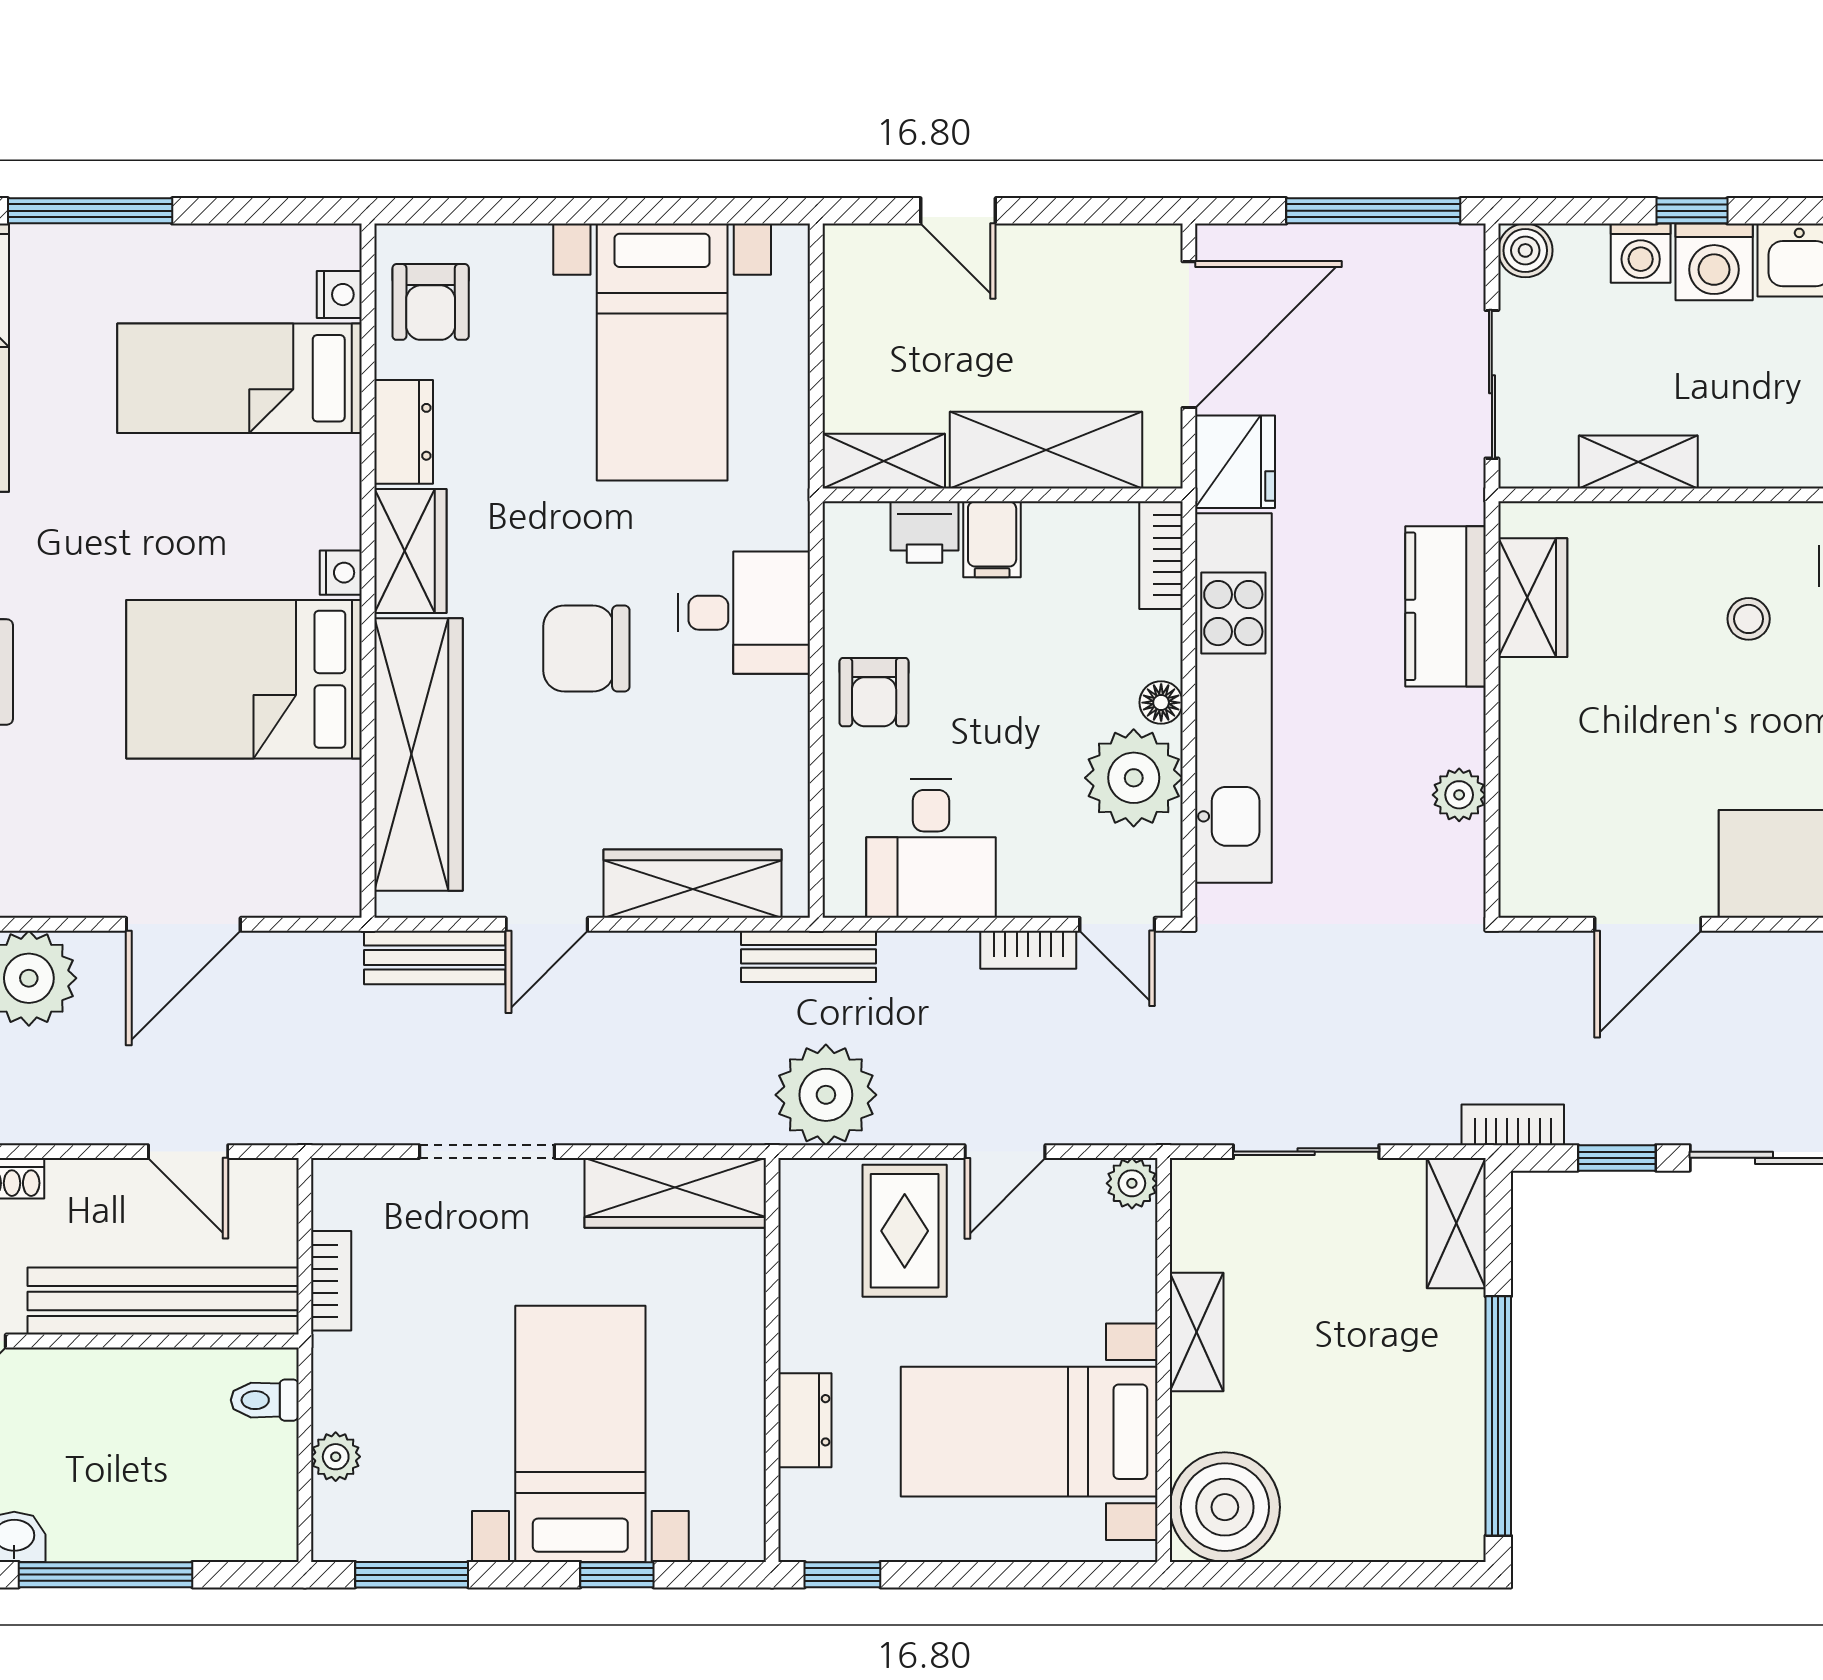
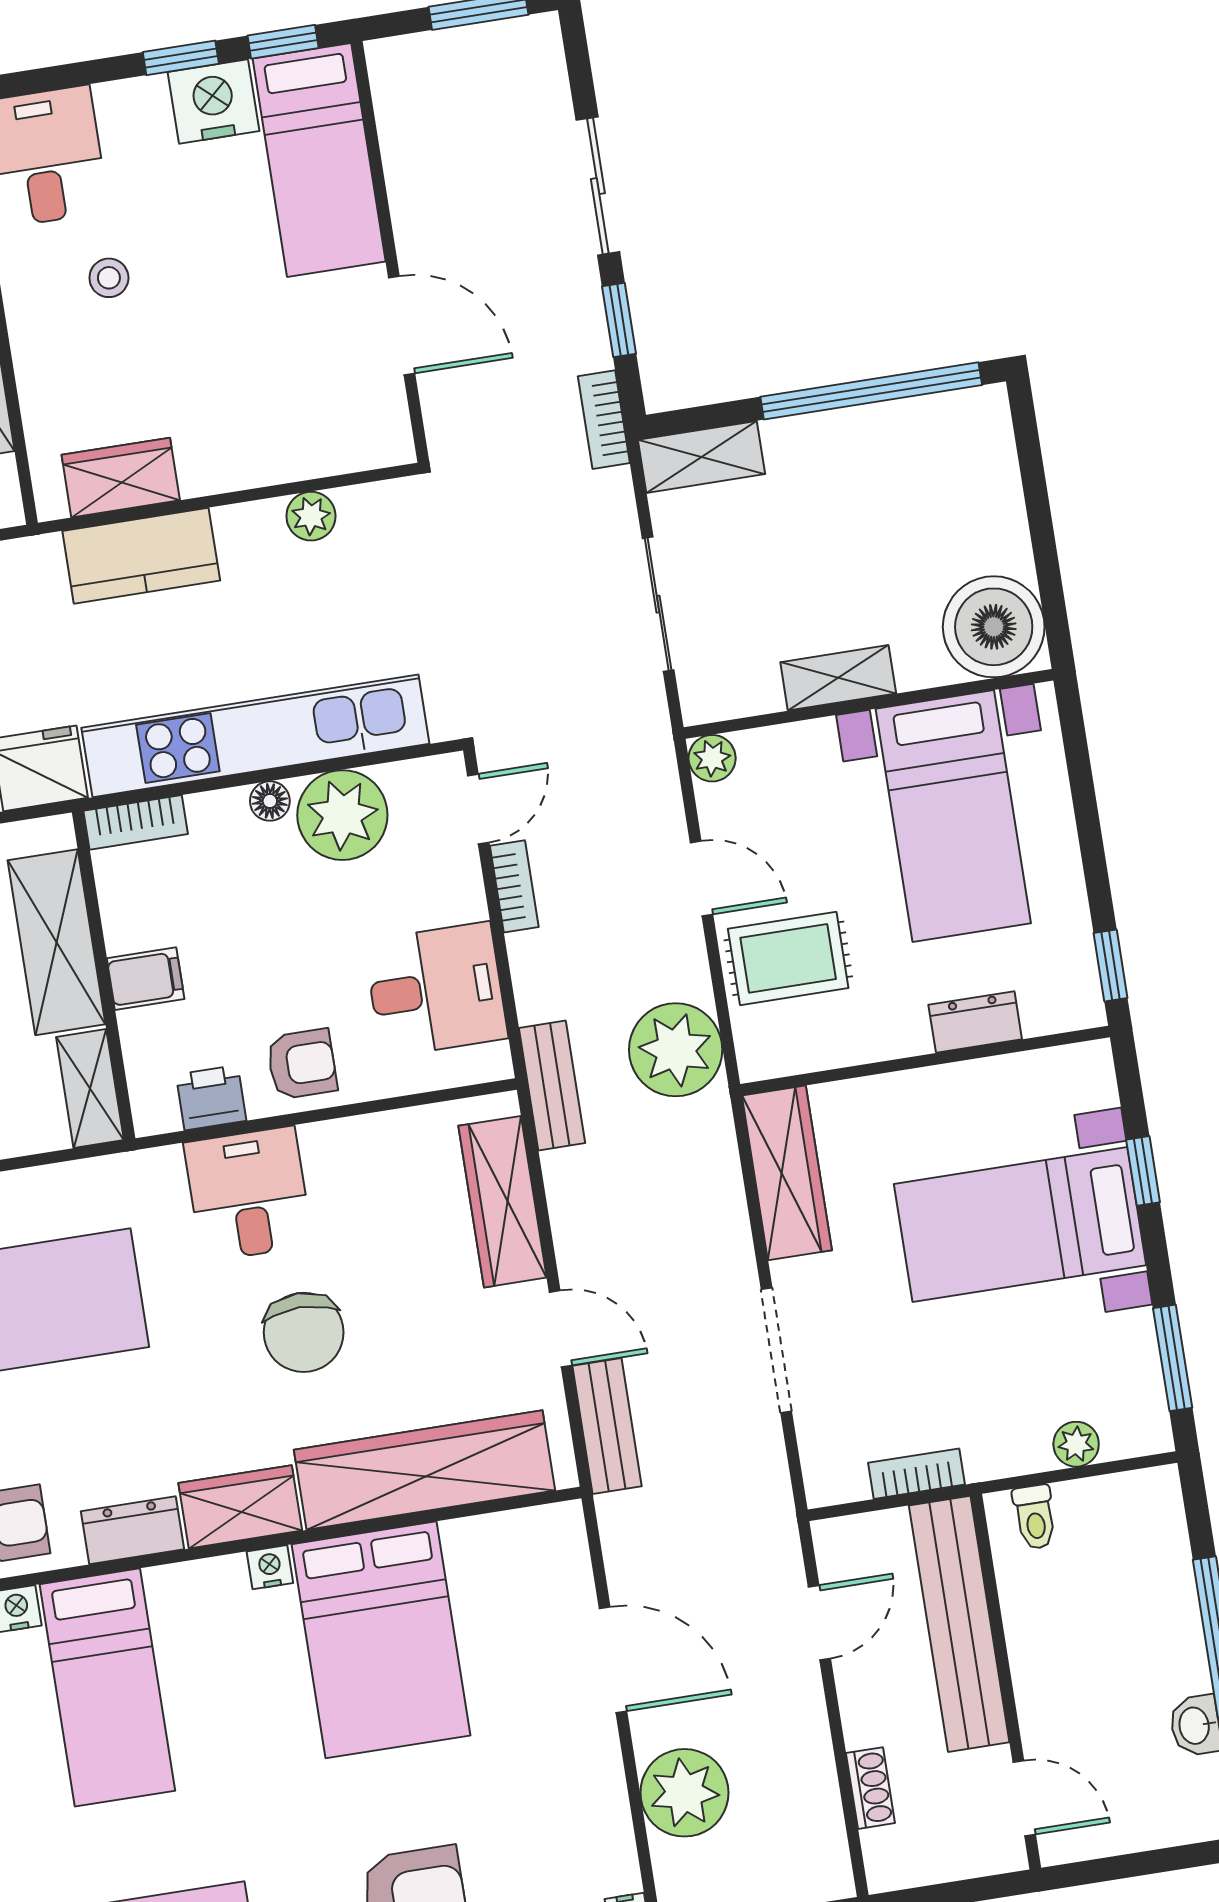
printer: (925, 532) -> (211, 1098), moved, turned -90

